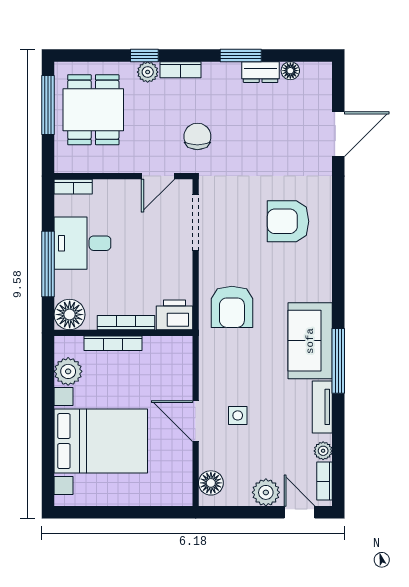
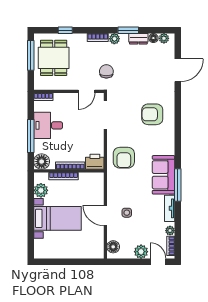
window: (144, 55) -> (65, 30), moved
plant: (311, 71) -> (164, 38), added
plant: (148, 72) -> (114, 39), moved
bed with nightstands: (101, 441) -> (57, 218), width x0.73

